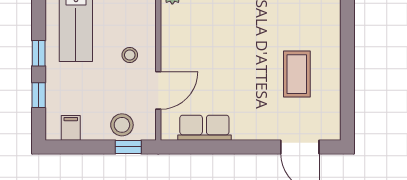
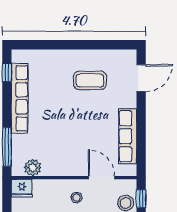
row of seats: (204, 128) -> (128, 136), width x1.48

